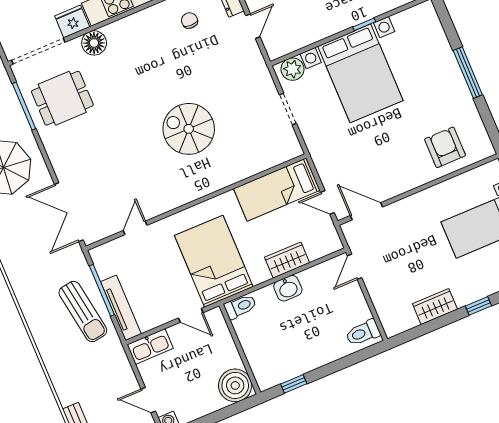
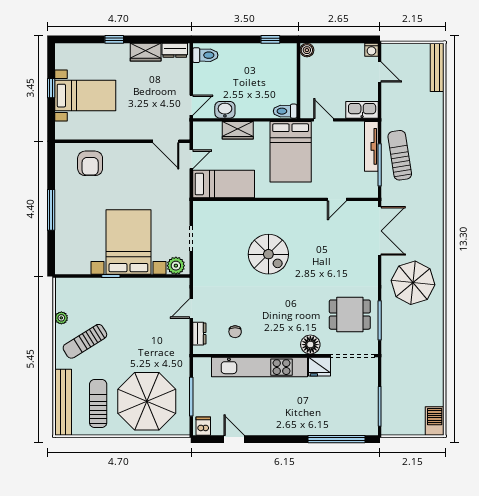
door: (327, 203) -> (191, 159), hinge flipped
washbasin: (288, 288) -> (225, 110), moved
dresser: (401, 323) -> (175, 50), added
boiler: (235, 385) -> (307, 50), width x0.54, depth x0.54

